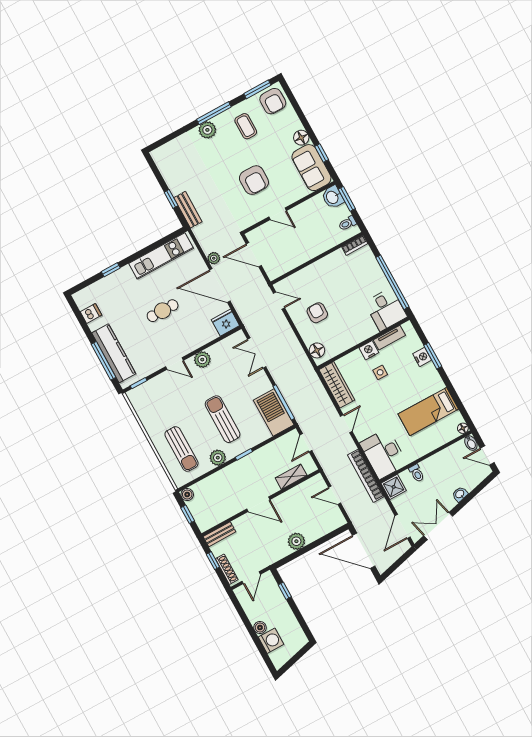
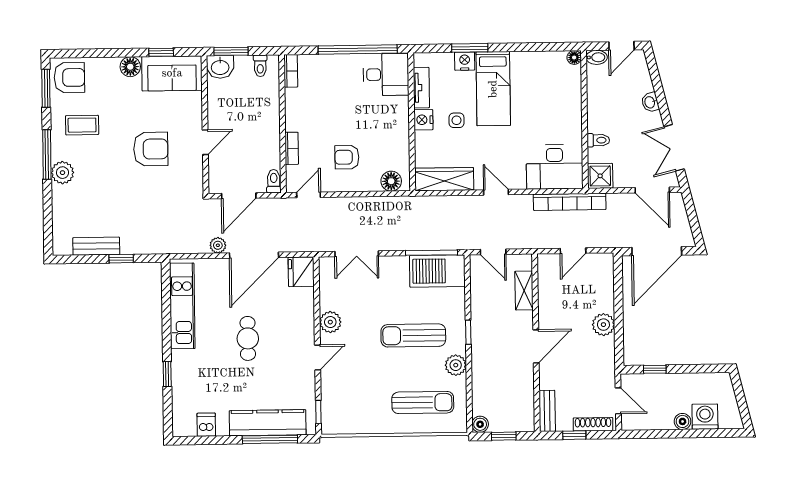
bench: (188, 210) -> (96, 246), moved
toilet: (276, 273) -> (274, 181), added
bookcase: (304, 273) -> (292, 148), added
bed: (428, 412) -> (493, 89), moved

